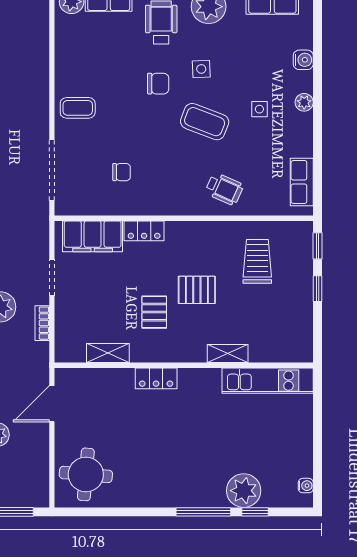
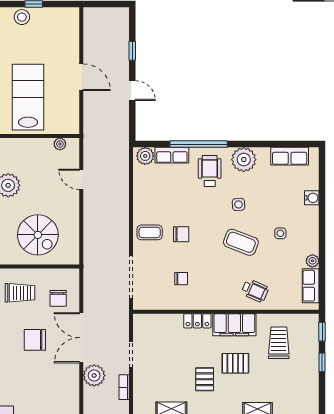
chair: (158, 84) -> (181, 234), moved
plant: (304, 102) -> (312, 261), moved
filing cabinet: (93, 236) -> (234, 325), moved

